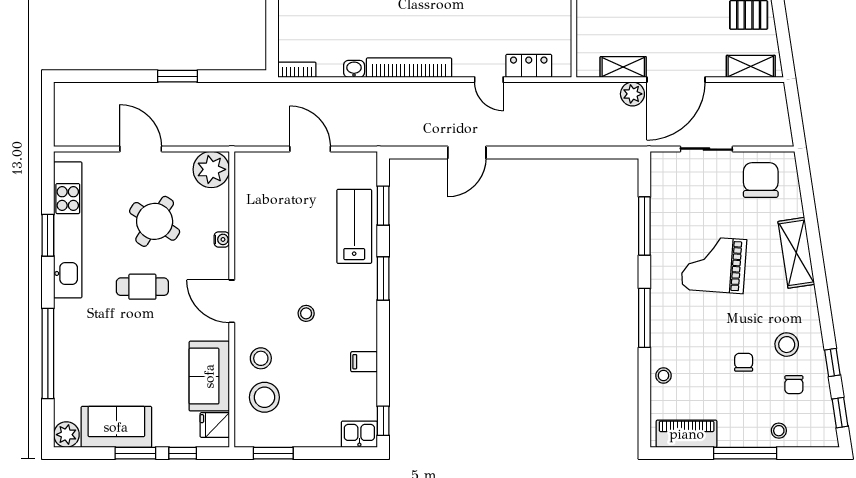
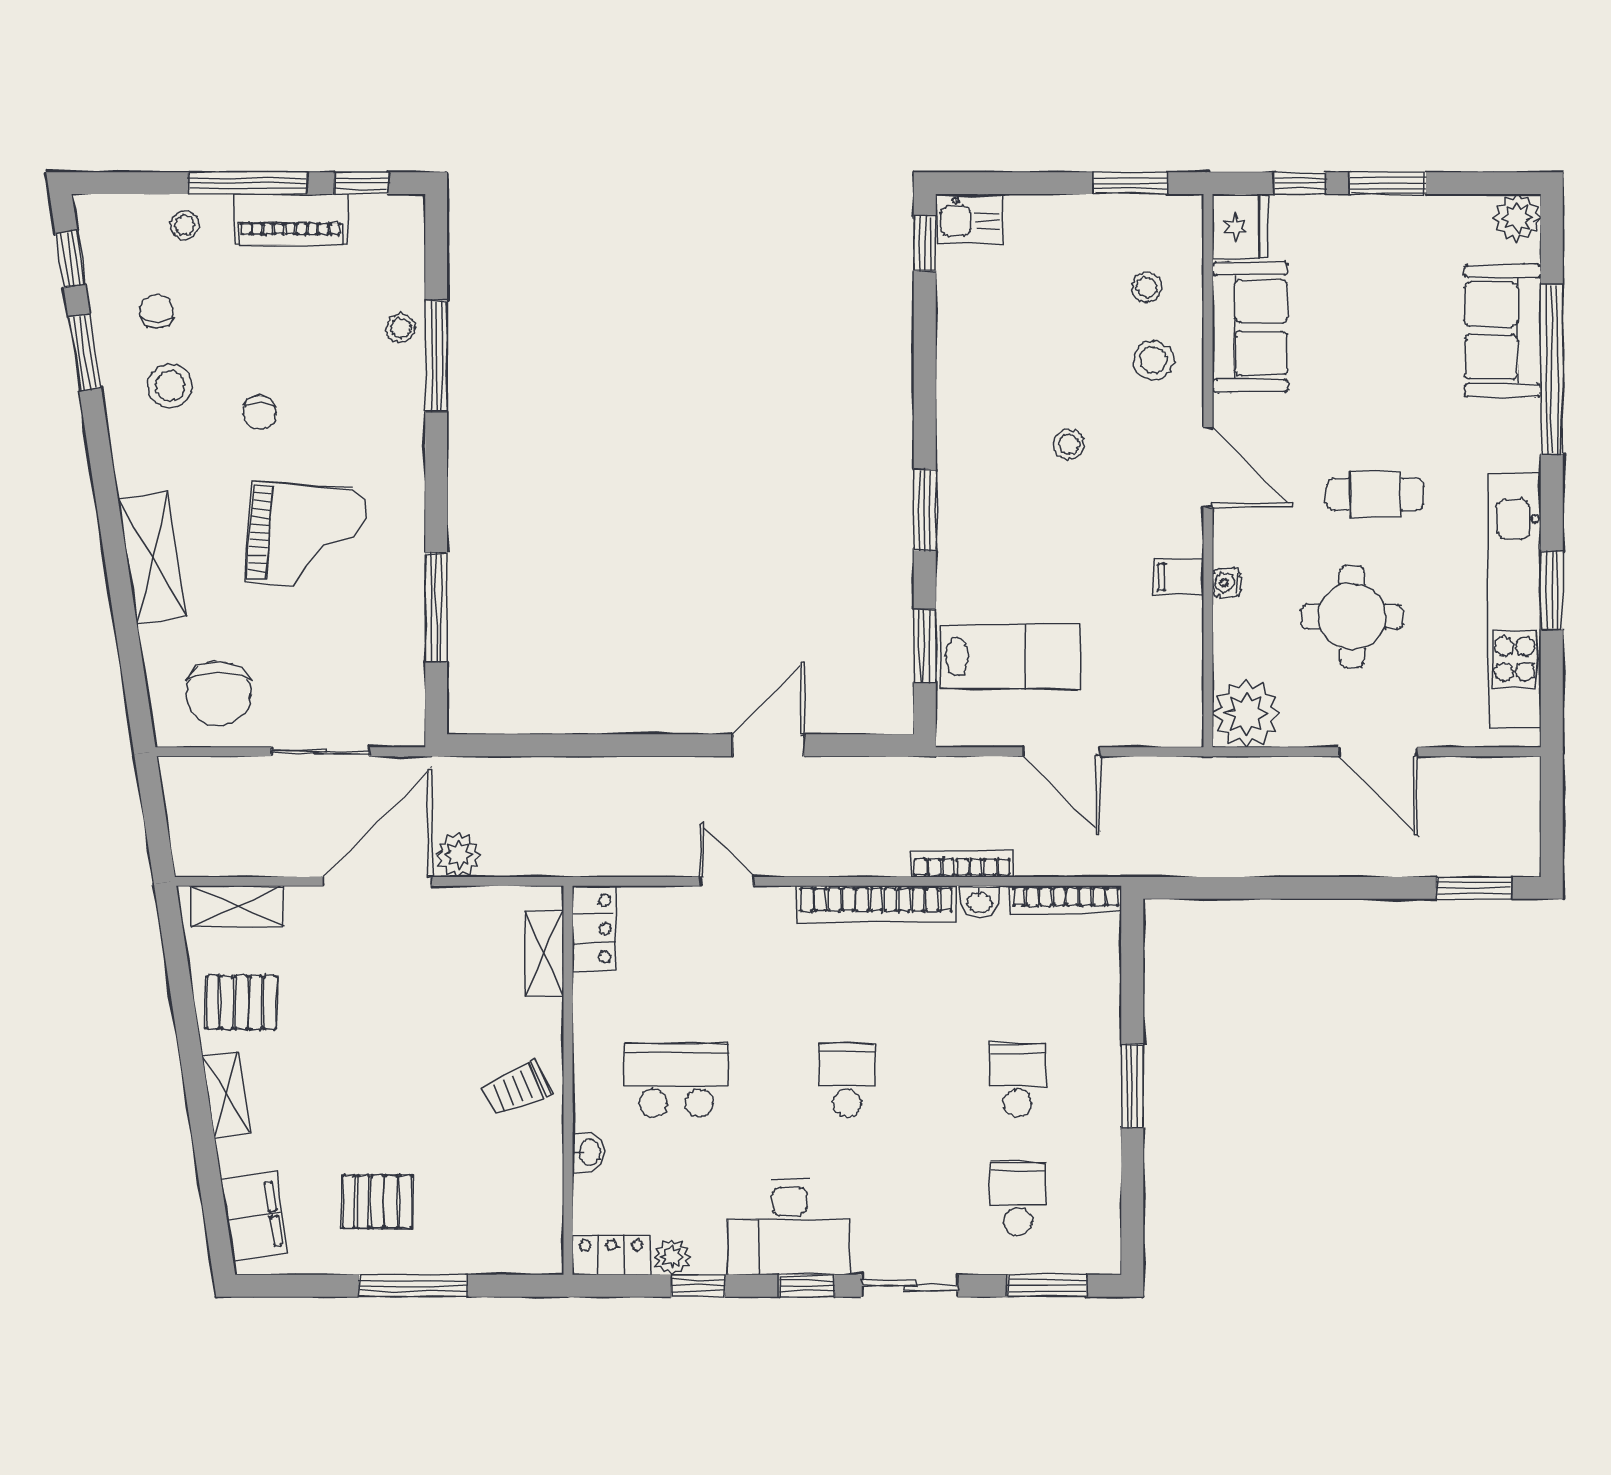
locker: (529, 66) -> (594, 928), moved, turned -90
shelving: (623, 67) -> (544, 953), moved, turned 90
bookcase: (297, 70) -> (1066, 900), width x1.56
window: (178, 76) -> (1474, 888), moved
bookcase: (363, 89) -> (962, 864), added
round table: (155, 221) -> (1352, 616), turned -33
lab bench: (354, 226) -> (1009, 656), moved, turned -90
window: (644, 318) -> (436, 356), moved
filing cabinet: (364, 362) -> (1179, 577), moved, turned 180
chair: (744, 362) -> (260, 413), moved
window: (832, 363) -> (85, 352), width x1.50
stool: (264, 397) -> (1147, 287), width x0.53, depth x0.53
fridge: (215, 425) -> (1240, 227), width x1.38
sofa: (116, 427) -> (1503, 331), moved, turned 90
piano: (687, 434) -> (290, 219), moved
window: (684, 453) -> (361, 183), added

